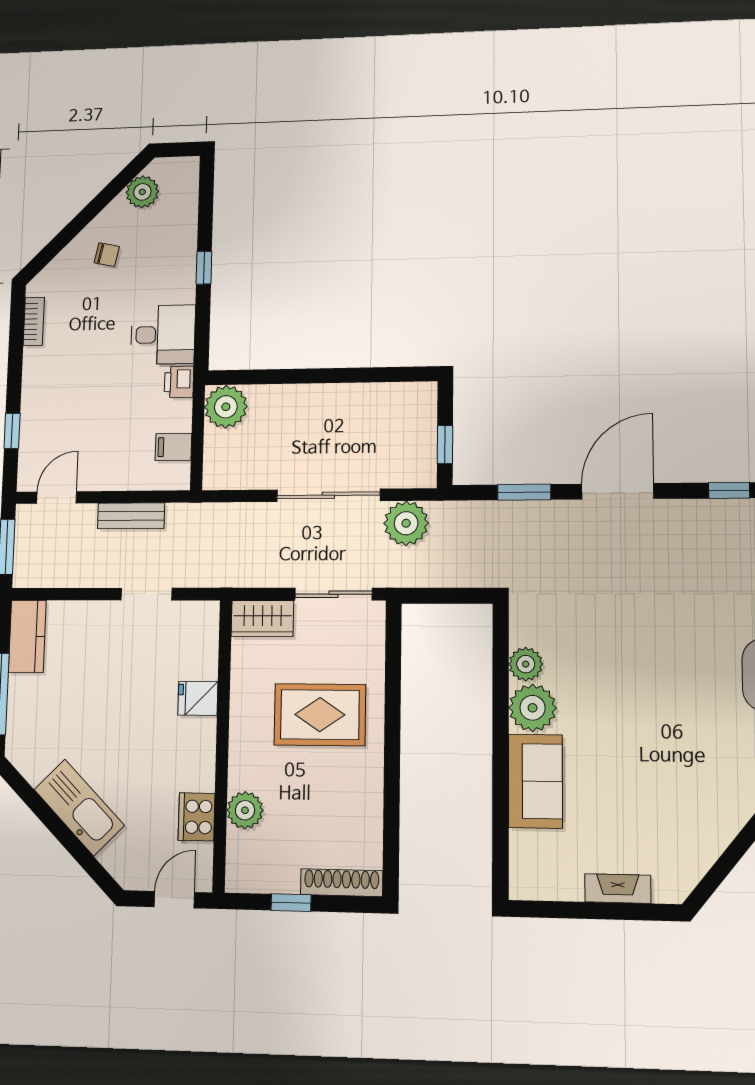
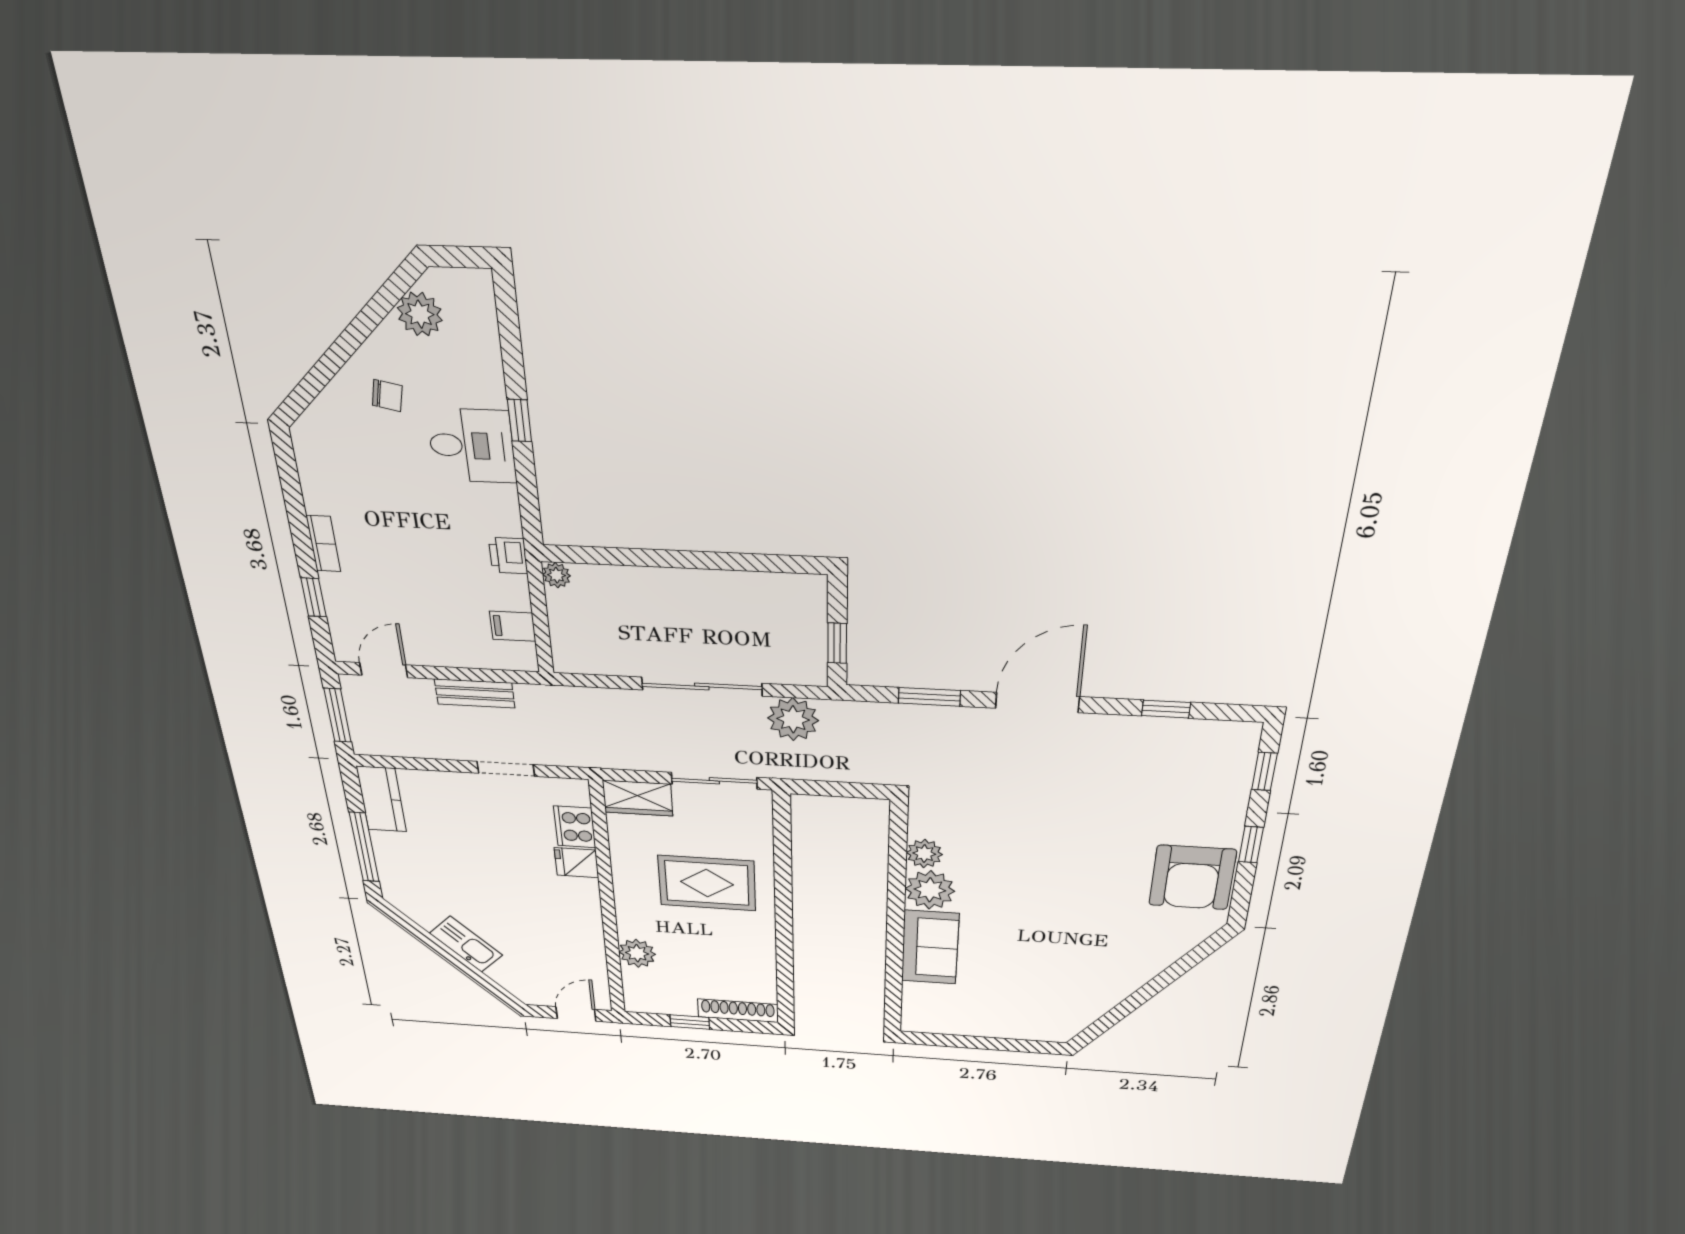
bookcase: (34, 321) -> (323, 544), moved
desk: (163, 335) -> (472, 446), moved
plant: (226, 407) -> (557, 575), width x0.53, depth x0.53
kitchen sink: (79, 807) -> (466, 944), width x0.73, depth x0.81
cooker: (196, 817) -> (575, 827), moved
fireplace: (618, 888) -> (1006, 1029), removed

